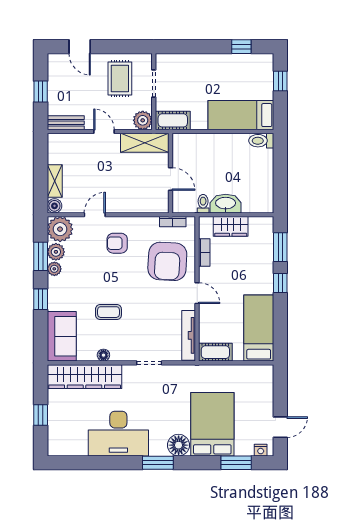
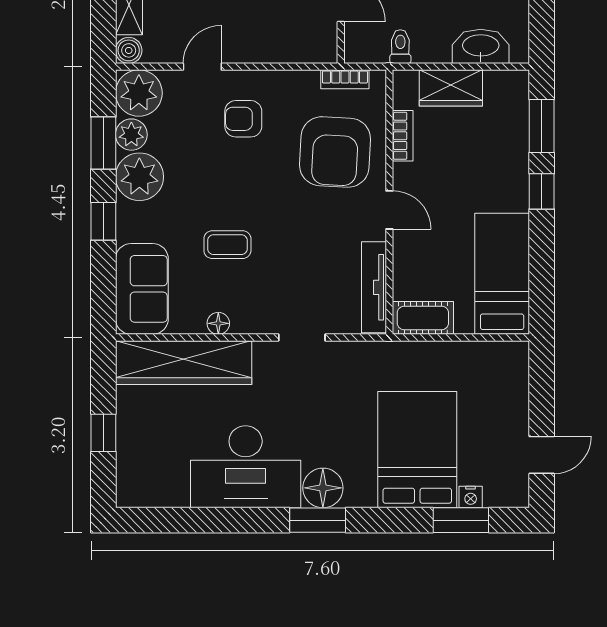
washbasin: (226, 204) -> (481, 46), moved
plant: (54, 269) -> (139, 177), width x1.88, depth x1.88
floor lamp: (179, 445) -> (323, 488), moved
nightstand: (261, 450) -> (471, 497), moved

